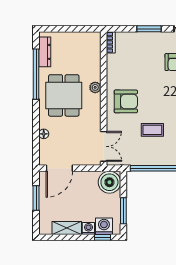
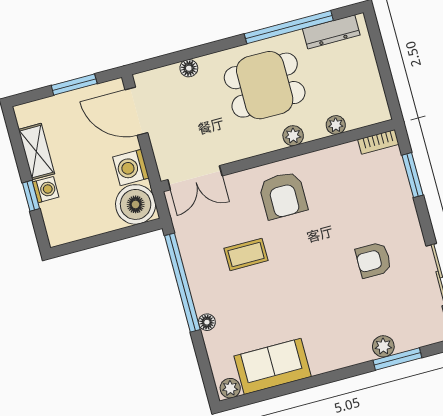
window: (149, 29) -> (413, 175), moved
plant: (96, 63) -> (336, 125), added
coffee table: (152, 130) -> (246, 254), turned 90
window: (123, 211) -> (93, 242), removed
washing machine: (104, 226) -> (131, 168), moved, turned 180
window: (102, 237) -> (31, 196), moved

